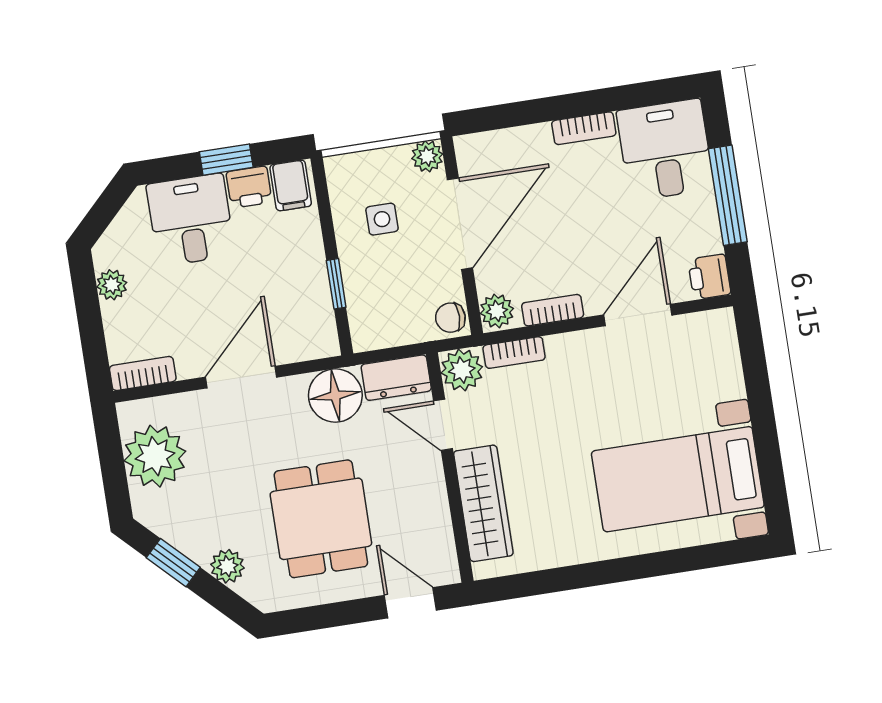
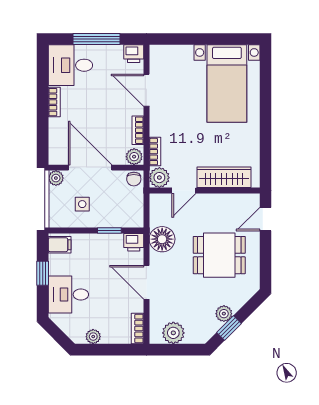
printer: (249, 187) -> (134, 242), moved, turned 90
dresser: (396, 378) -> (158, 209), removed
plant: (155, 456) -> (173, 333), width x0.73, depth x0.73
plant: (227, 566) -> (224, 314), moved

